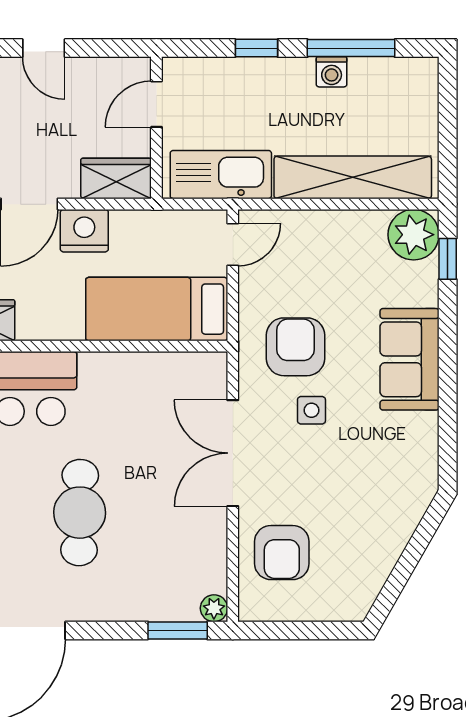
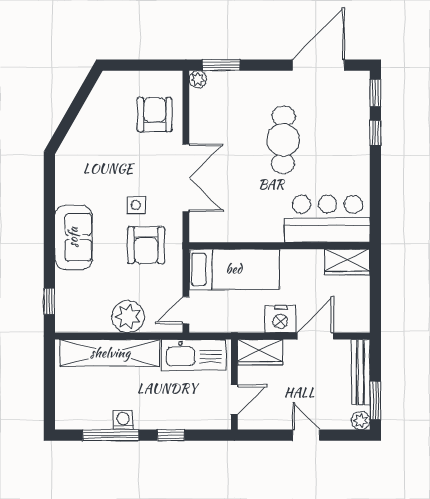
plant: (414, 235) -> (128, 317), moved

